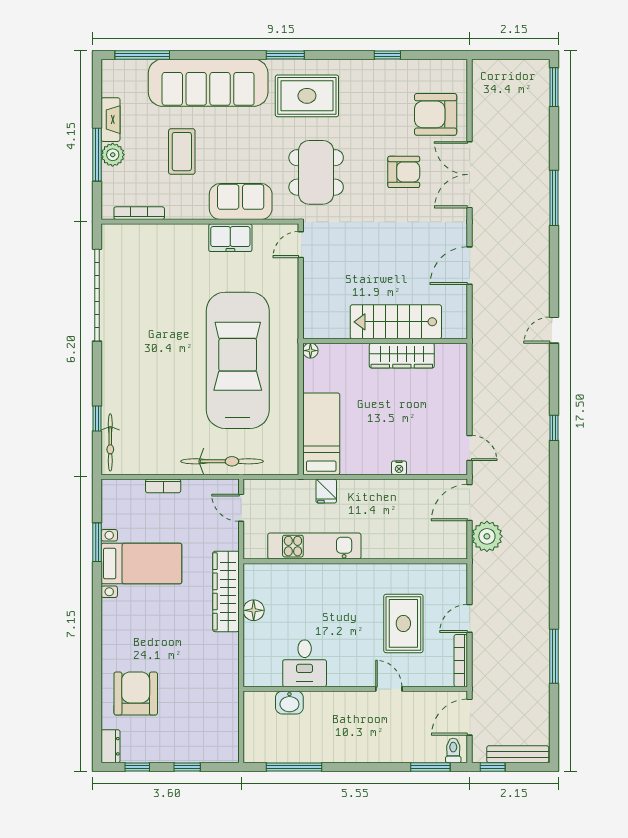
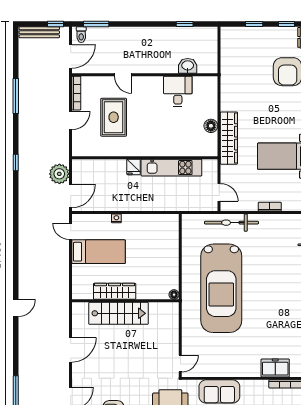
freezer: (230, 238) -> (275, 368), moved
window: (554, 428) -> (16, 162), moved
bed: (321, 434) -> (99, 252), moved, turned -90
fridge: (326, 491) -> (134, 167), moved, turned 180
window: (294, 767) -> (185, 24), width x0.46

